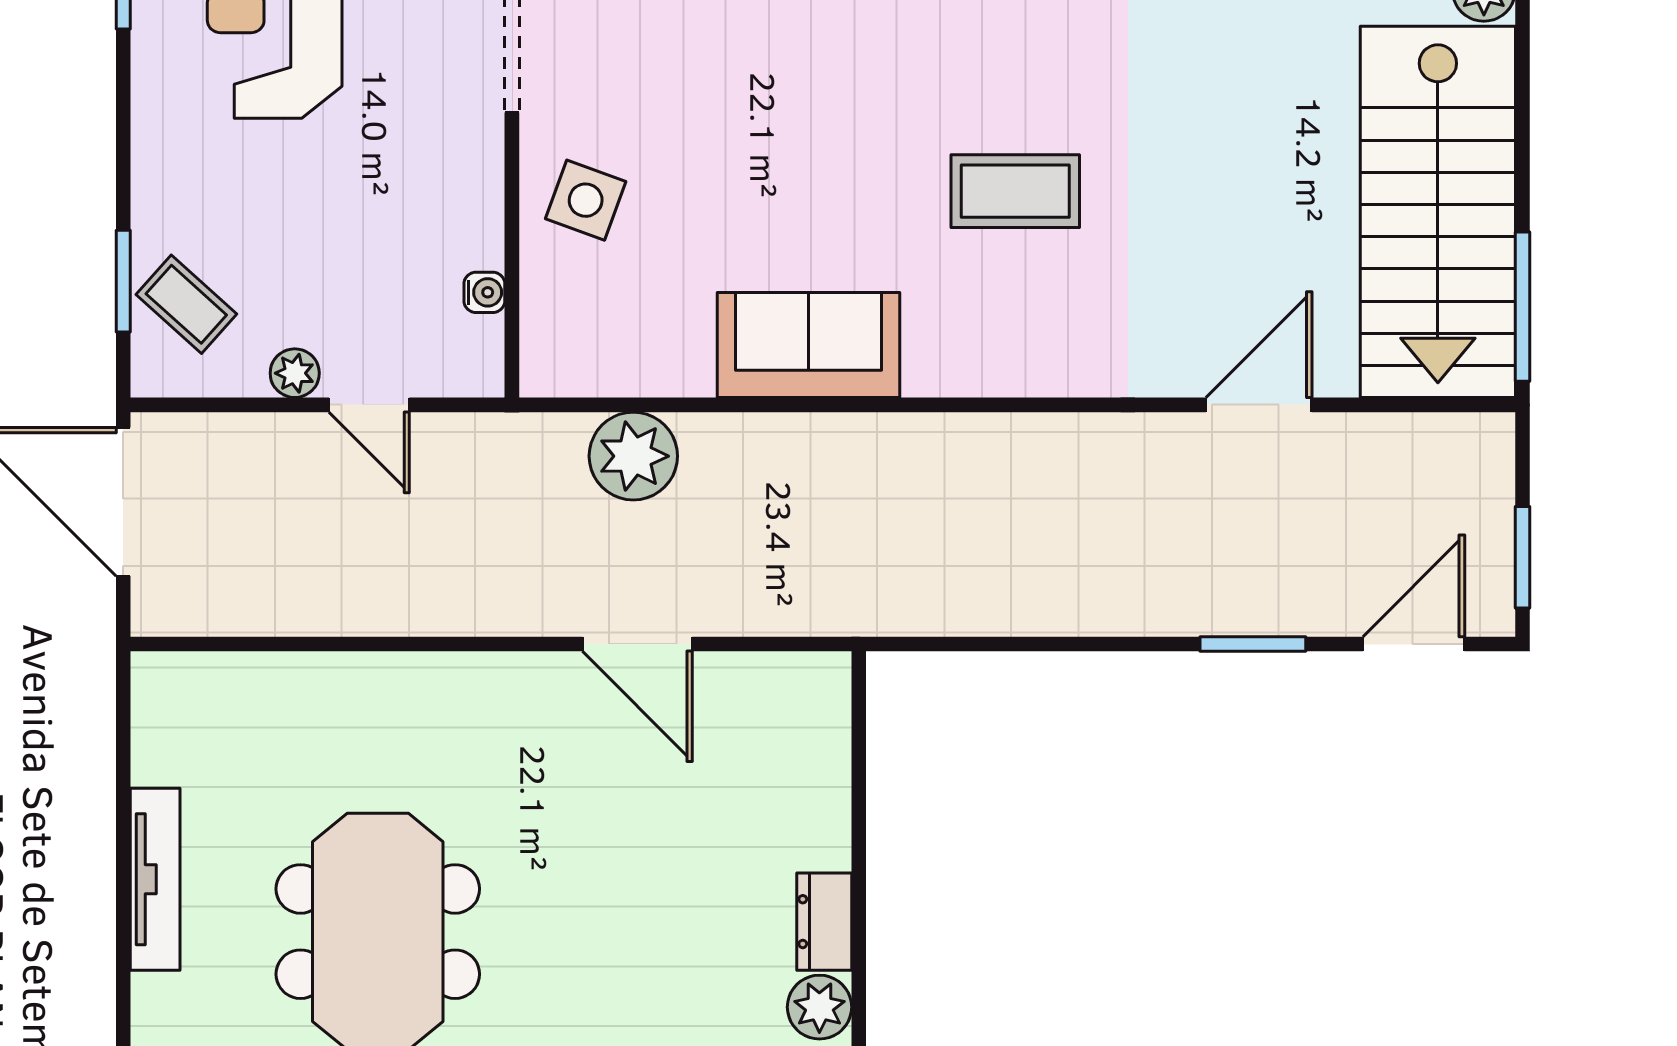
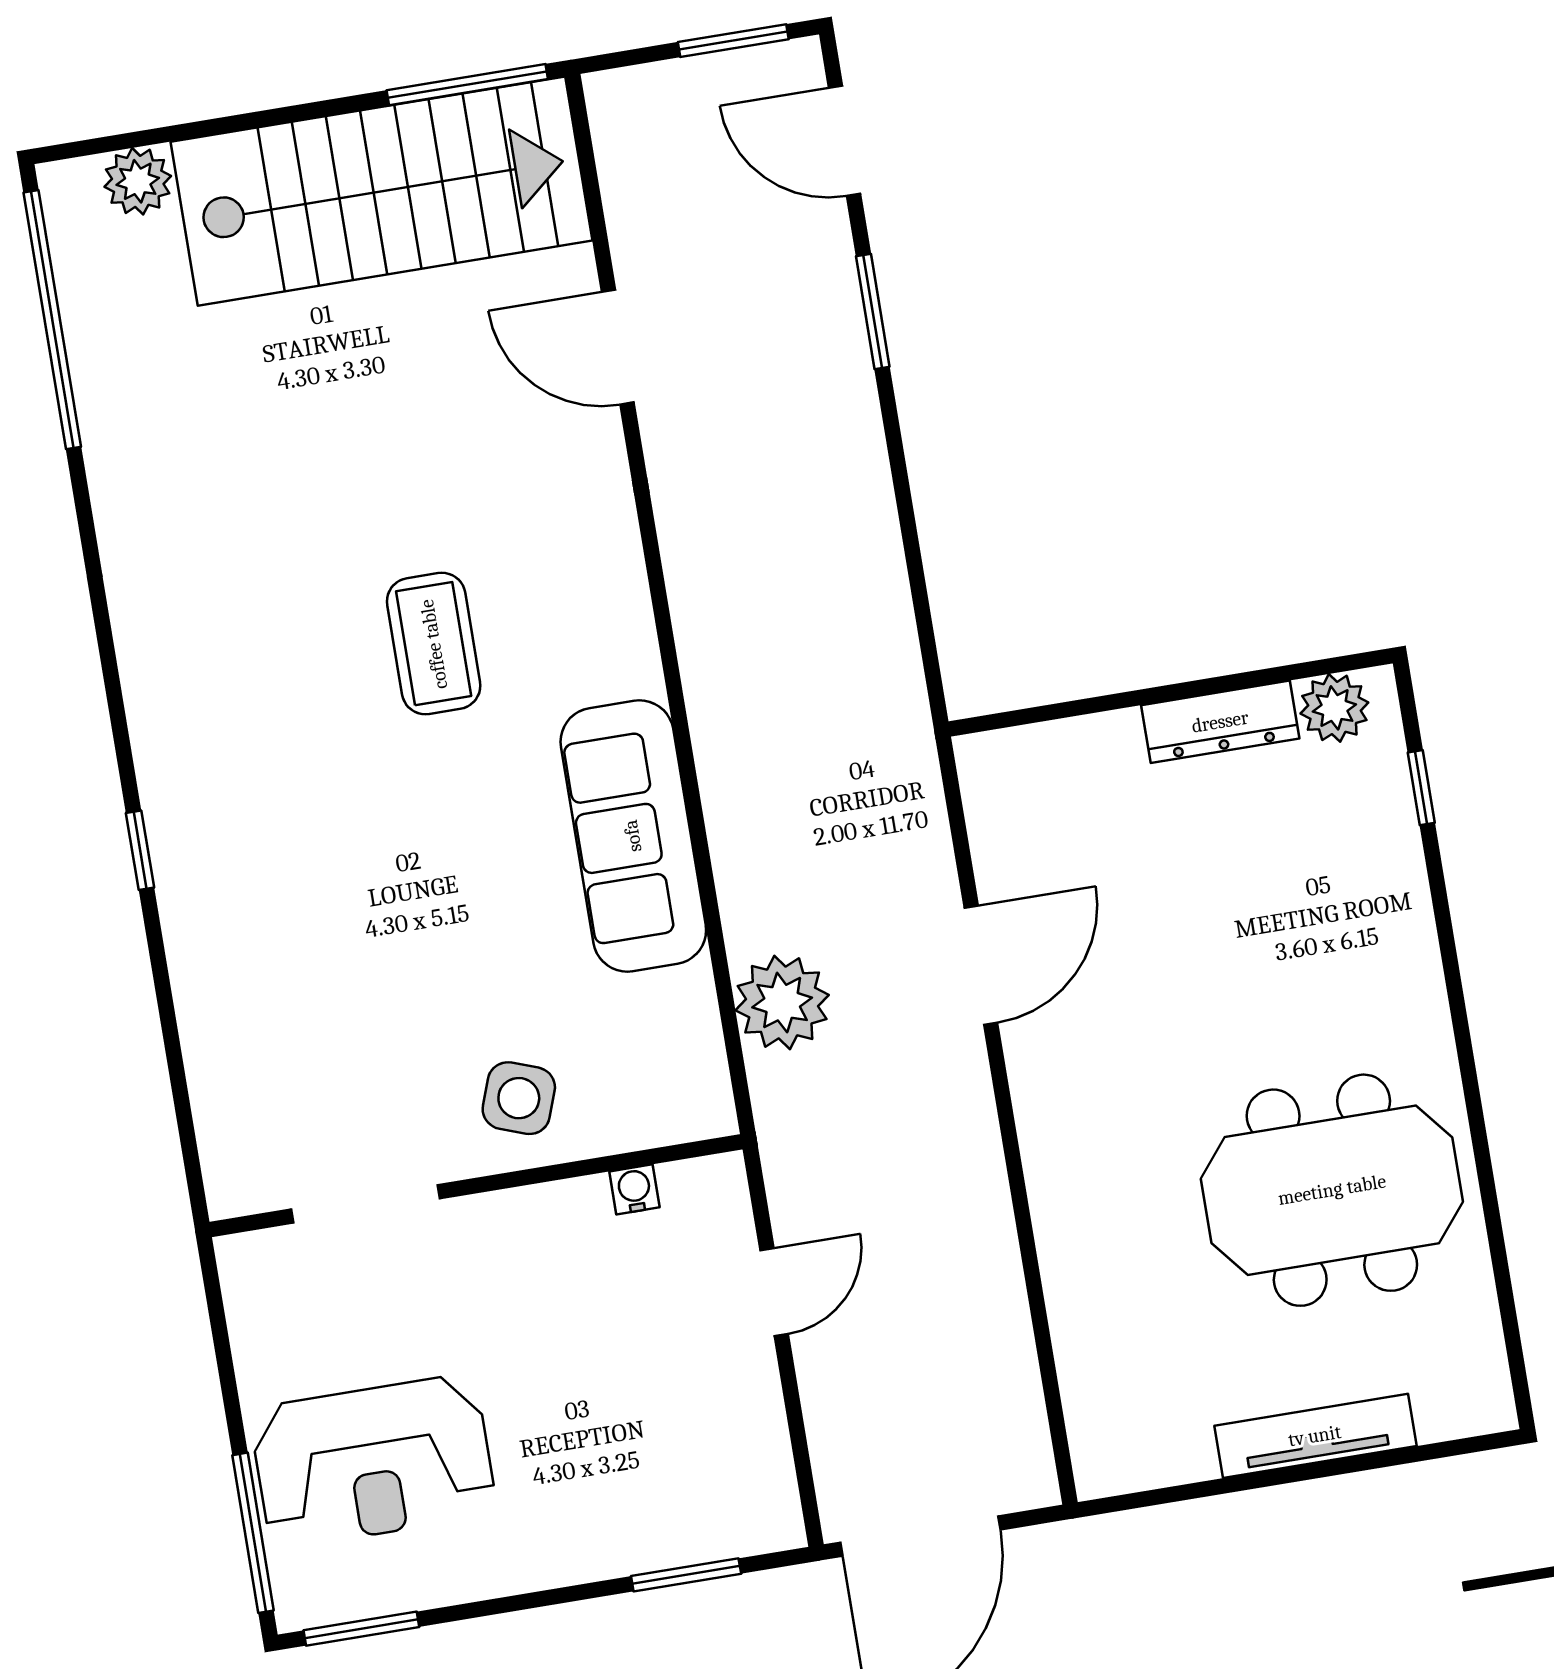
coffee table: (186, 304) -> (699, 1504), removed
sofa: (809, 345) -> (633, 836), width x1.36
plant: (295, 373) -> (754, 1377), removed
dresser: (824, 922) -> (1220, 722), width x1.44

